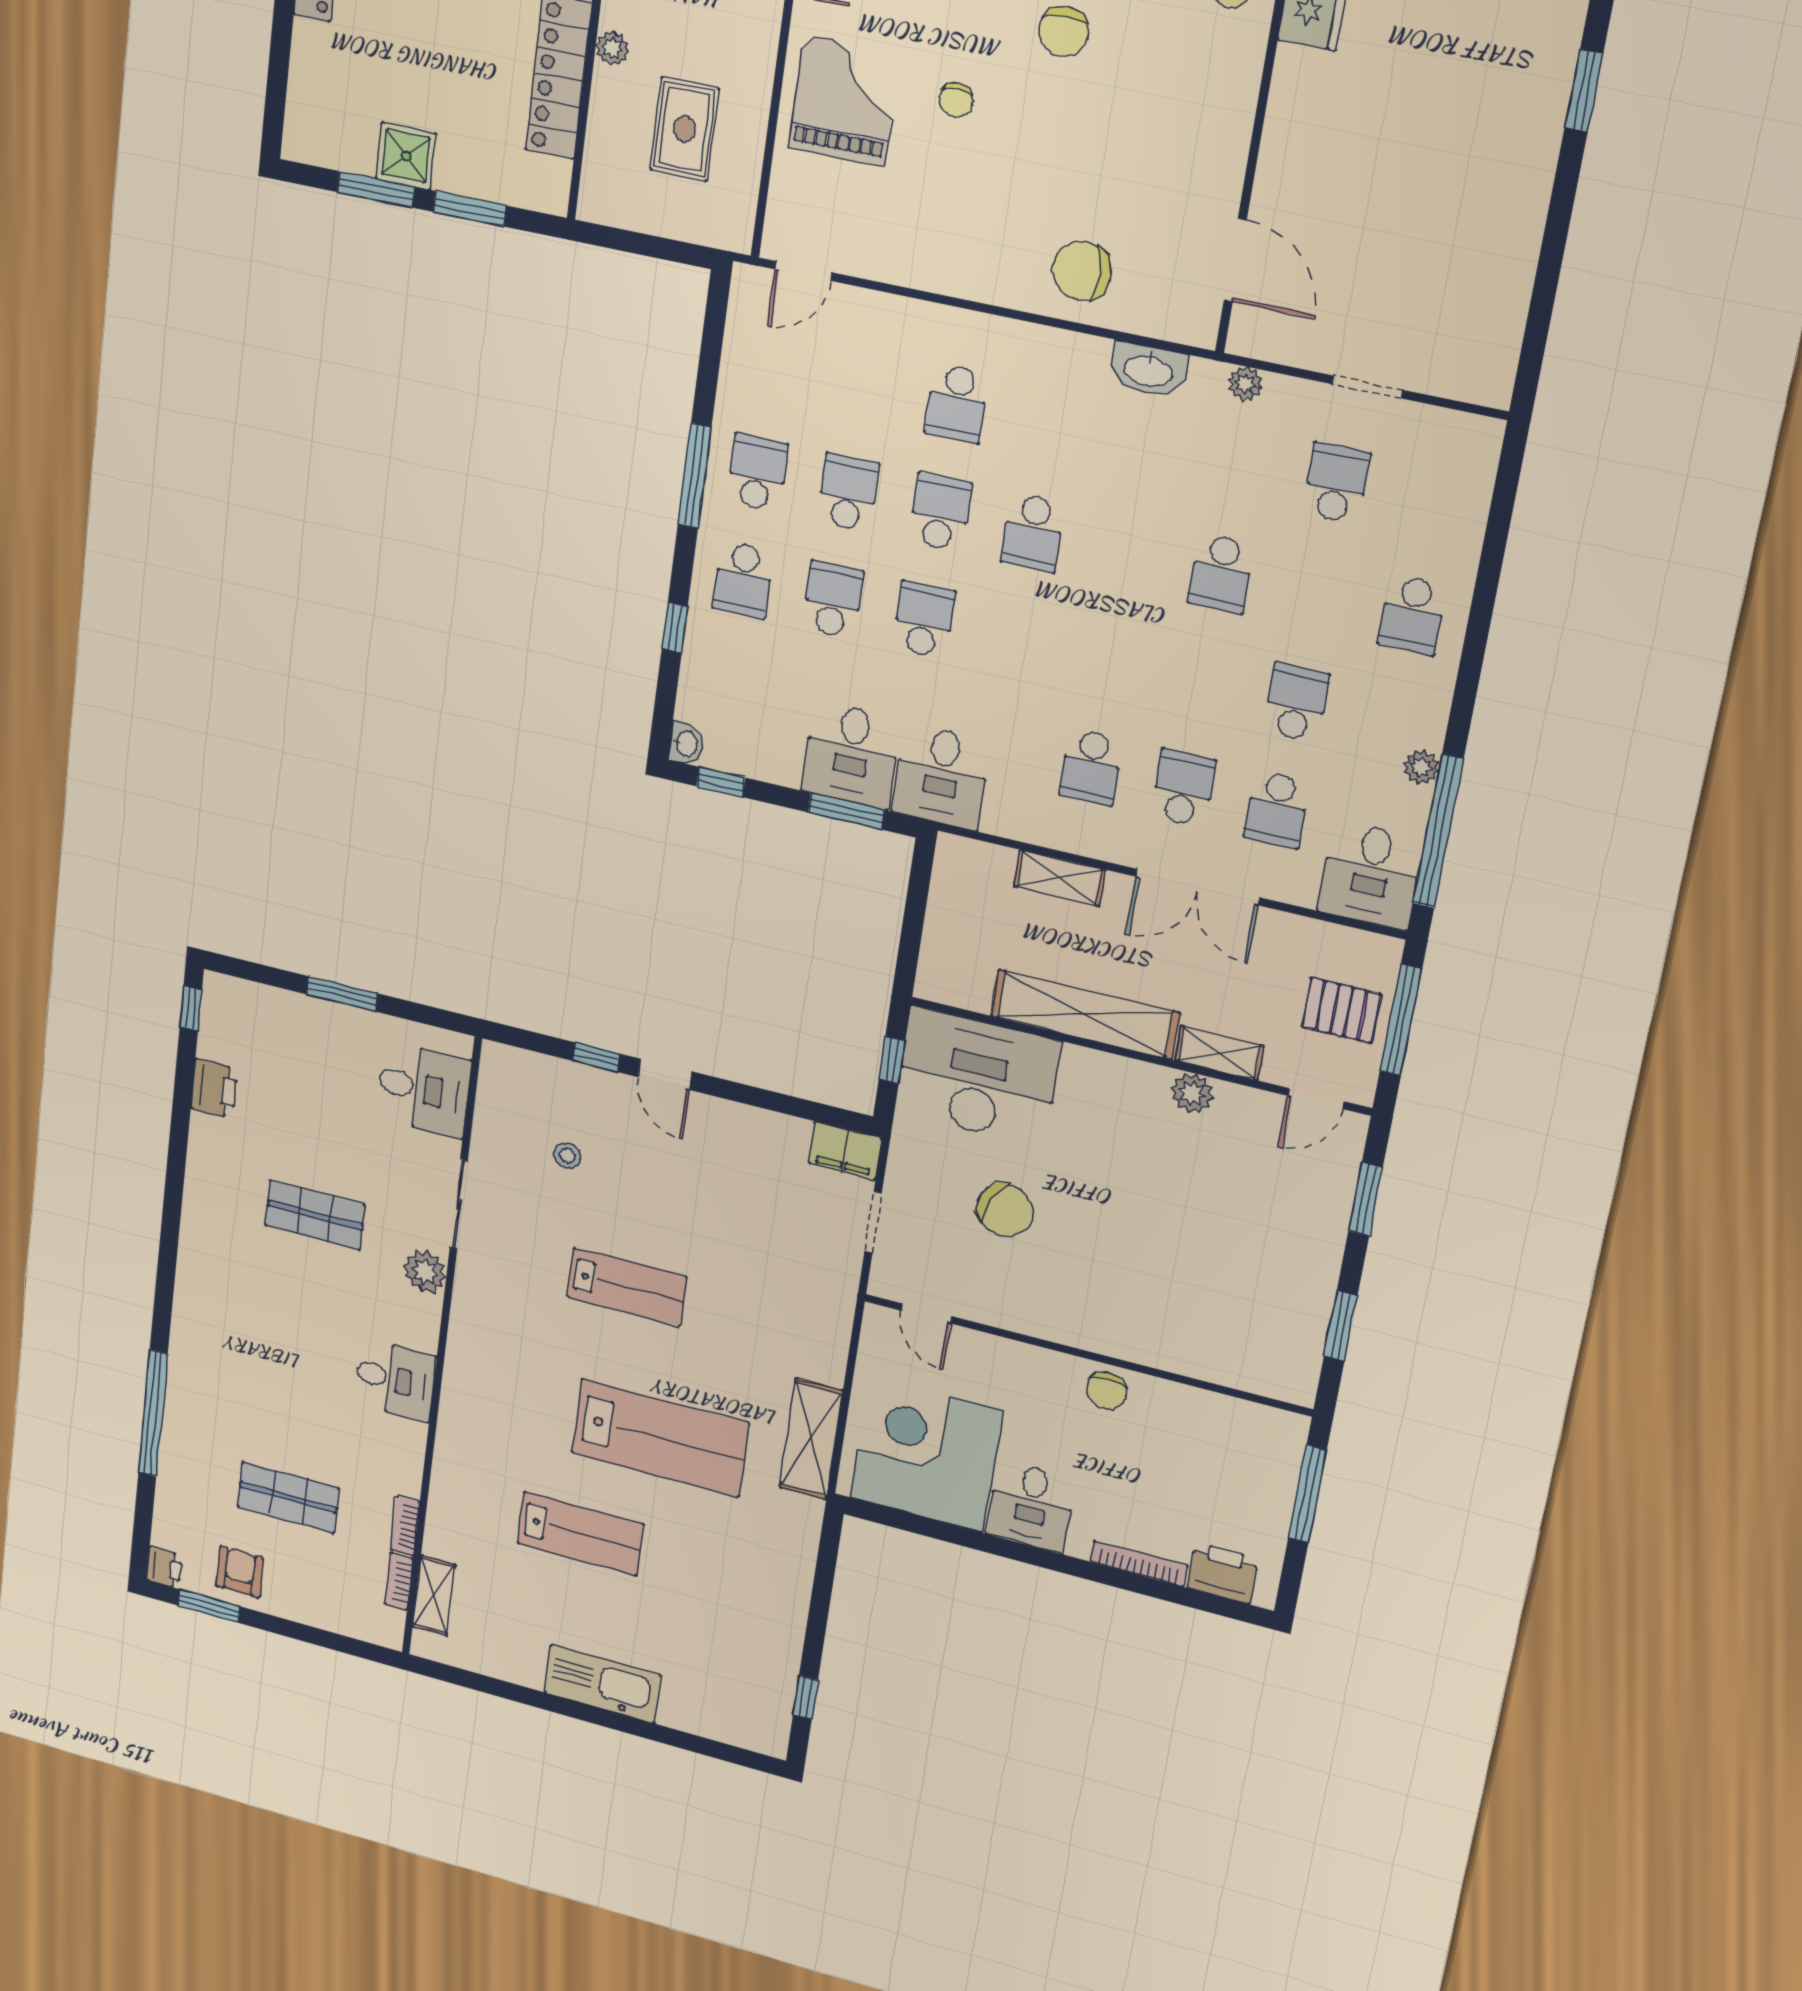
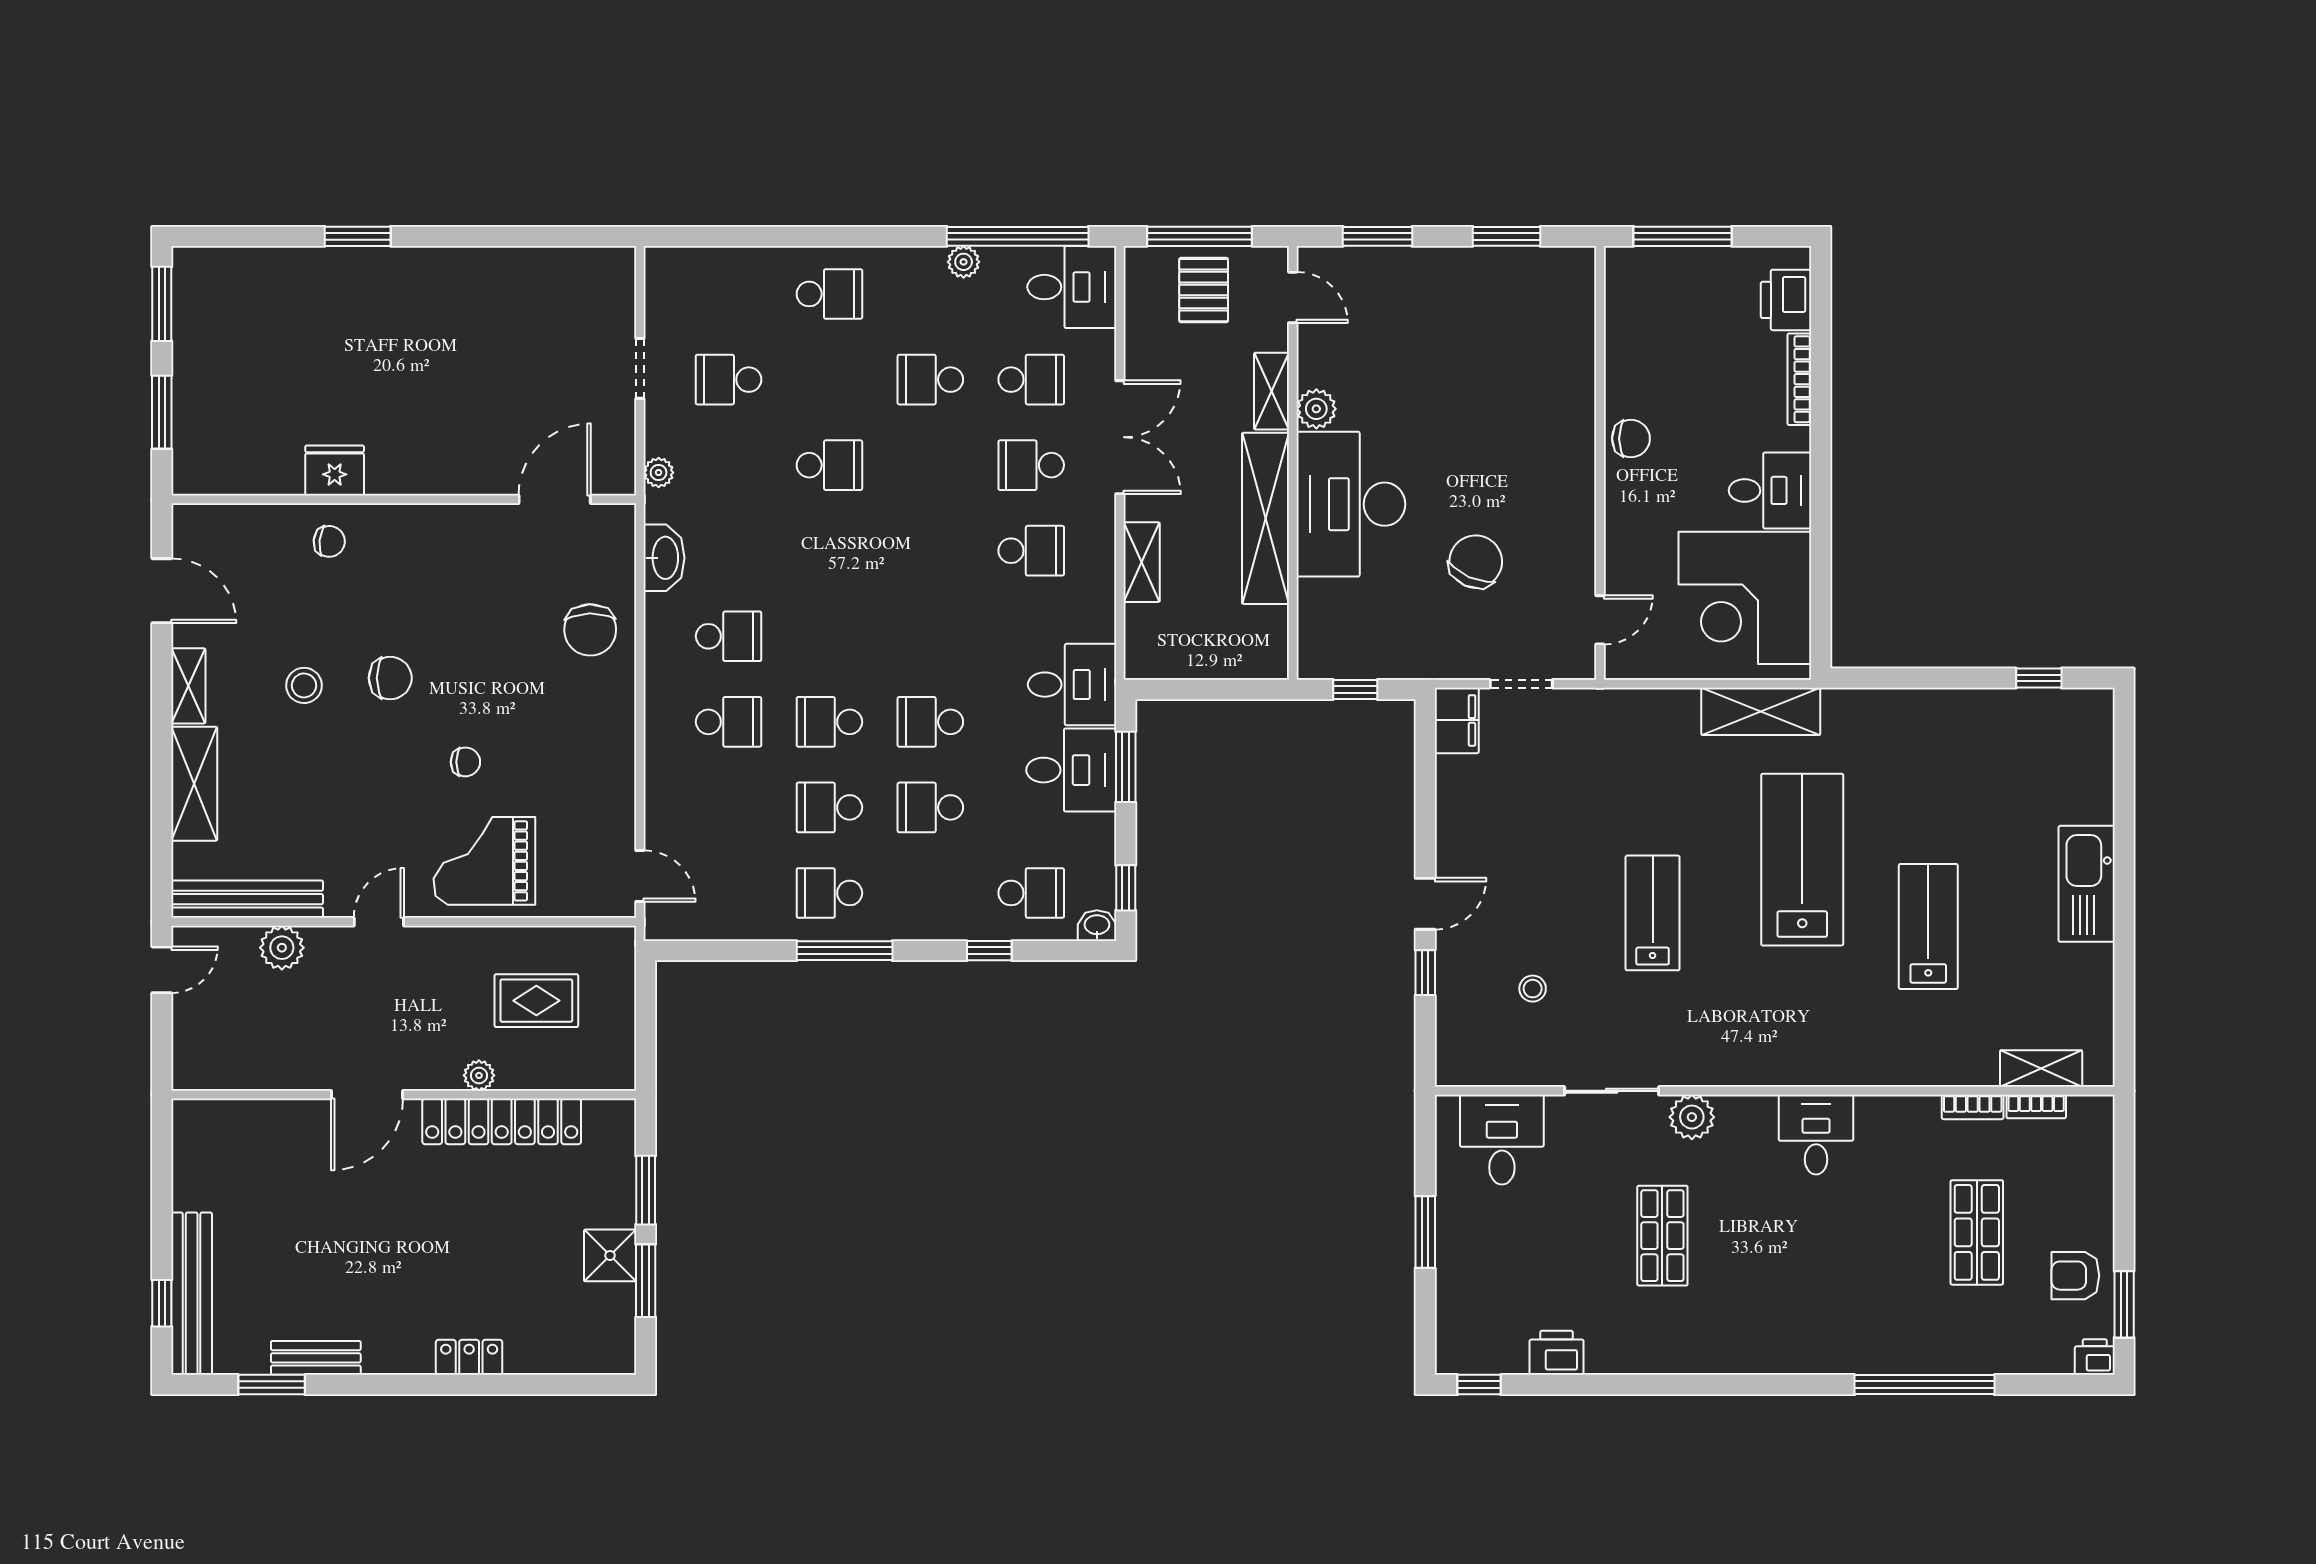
school desk: (1033, 533) -> (729, 636), moved
school desk: (743, 580) -> (1031, 893), moved
desk: (978, 1076) -> (1351, 504), moved

